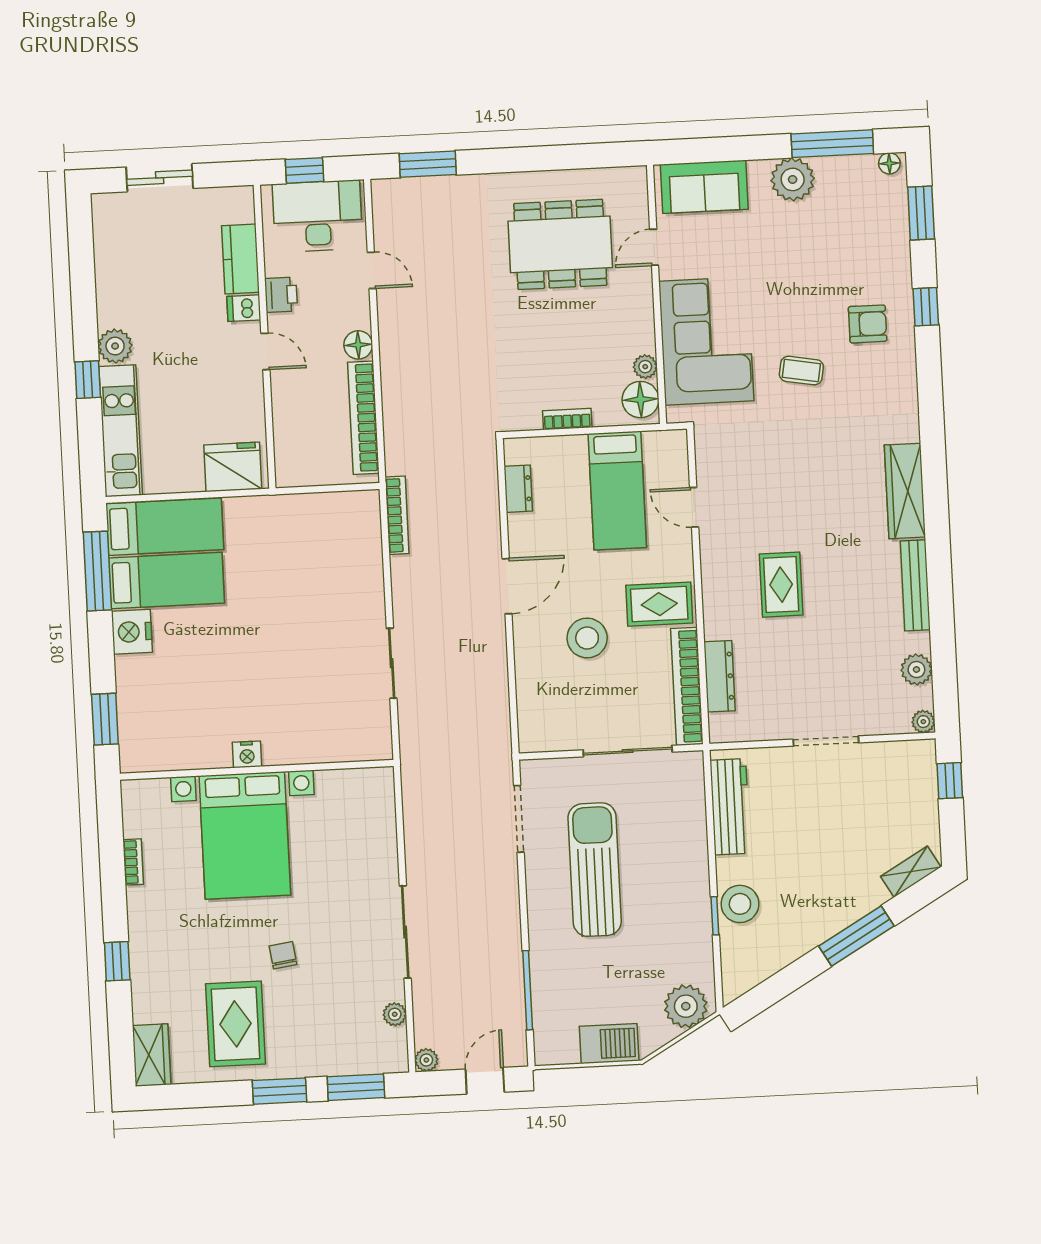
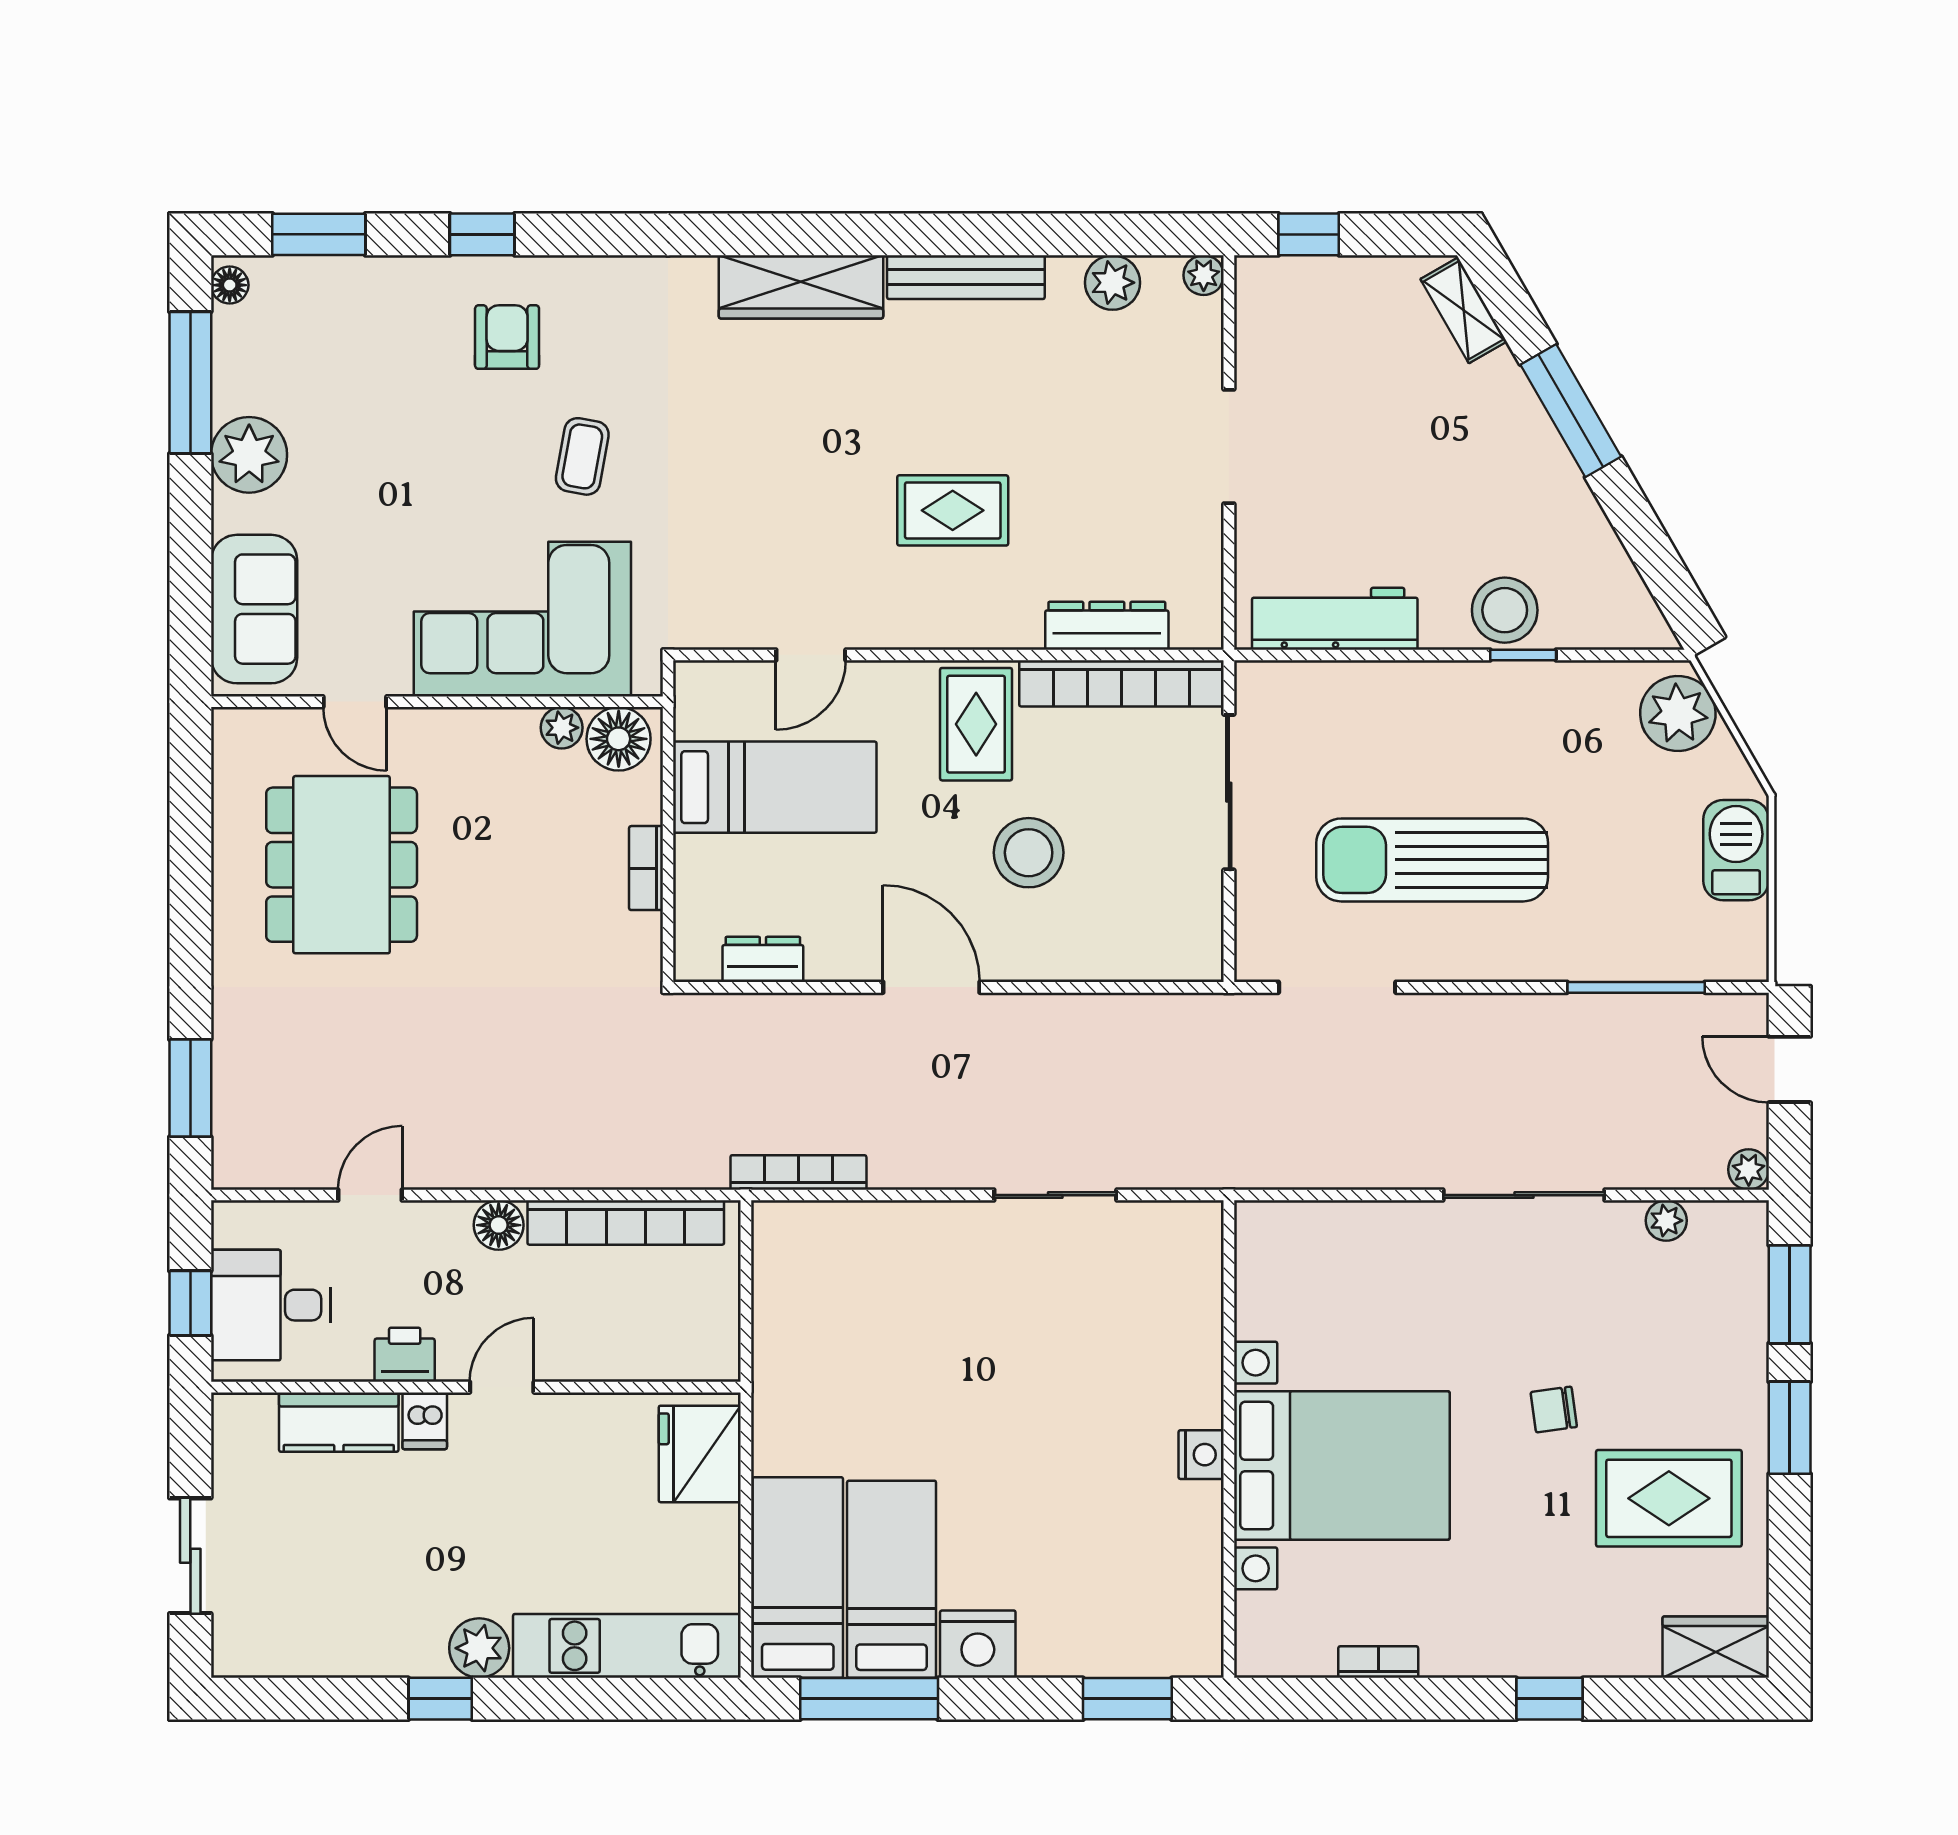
desk: (318, 216) -> (271, 1305), width x0.73
window: (88, 380) -> (440, 1699), moved

